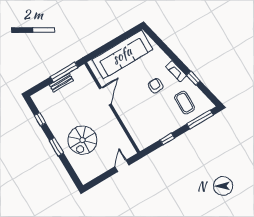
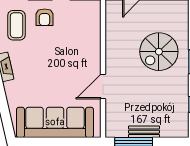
armchair: (156, 86) -> (45, 17), moved
spiral stairs: (82, 140) -> (159, 52), turned 180

